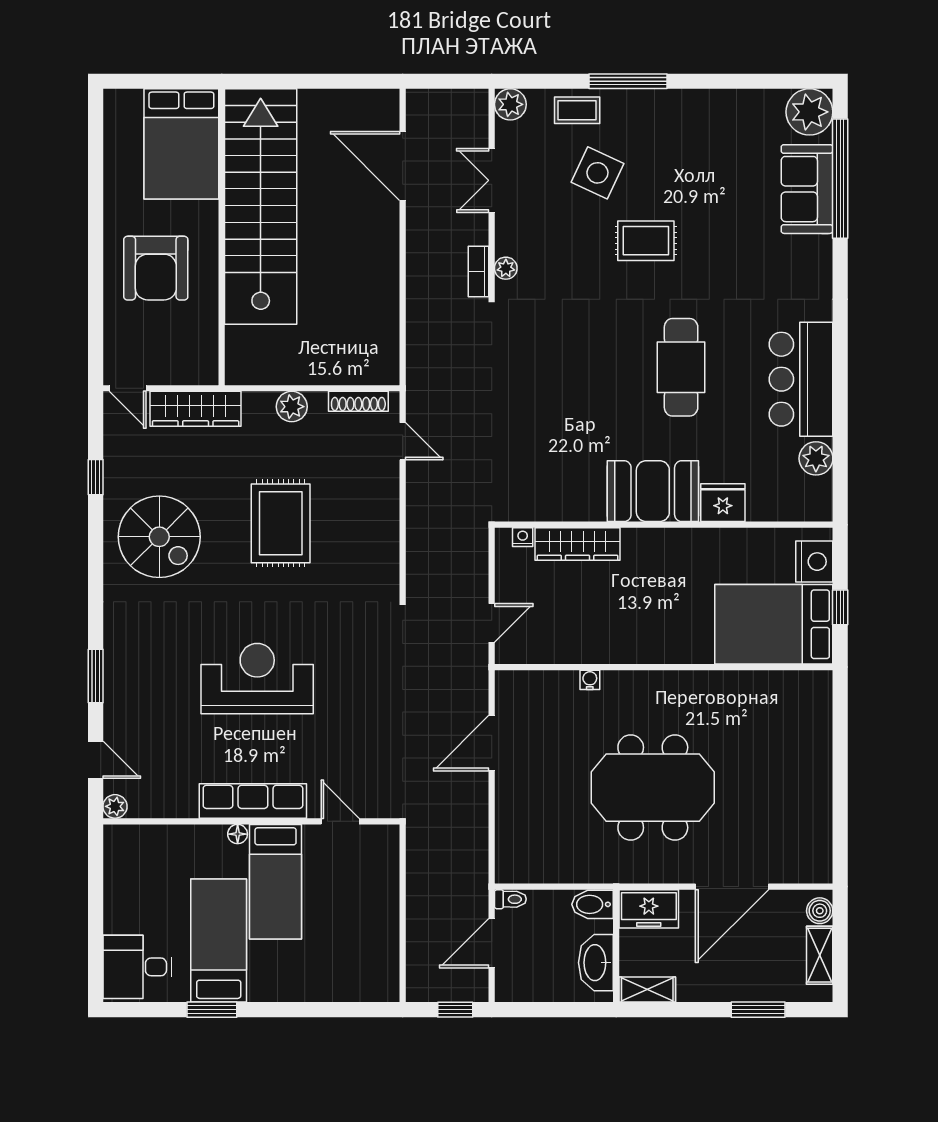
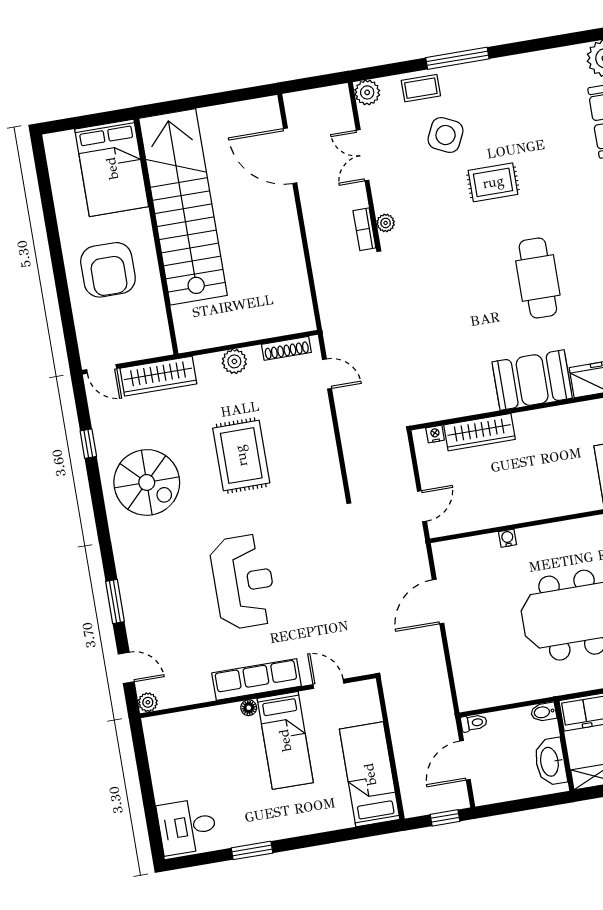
reception desk: (257, 679) -> (243, 582), turned 90
bidet: (593, 904) -> (544, 712), width x0.72, depth x0.74
bed: (219, 941) -> (370, 774), moved

